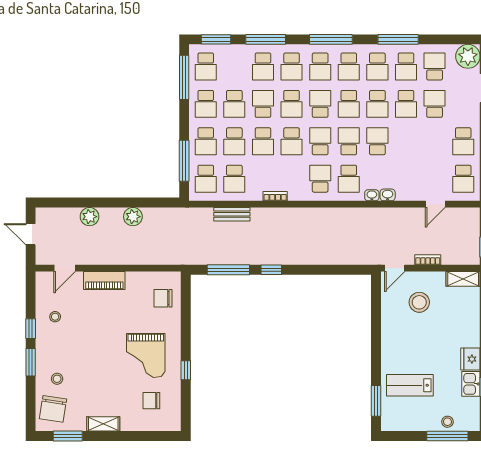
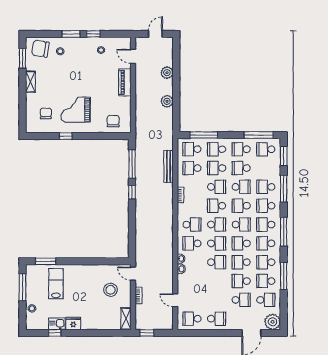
school desk: (263, 141) -> (217, 187), turned 180
school desk: (463, 141) -> (217, 319), turned 180
bench: (232, 214) -> (169, 166), width x1.36
window: (447, 436) -> (23, 287), moved

